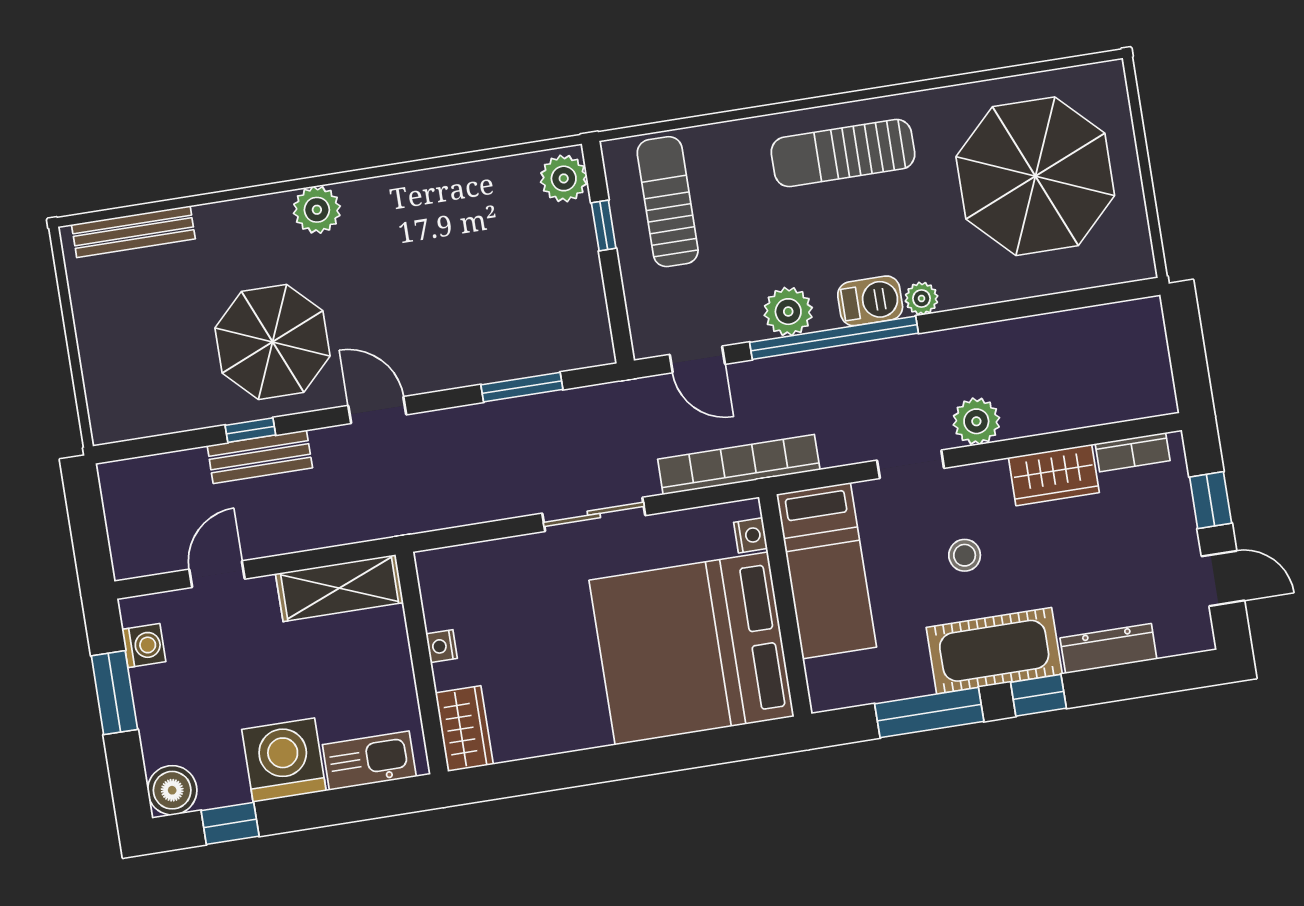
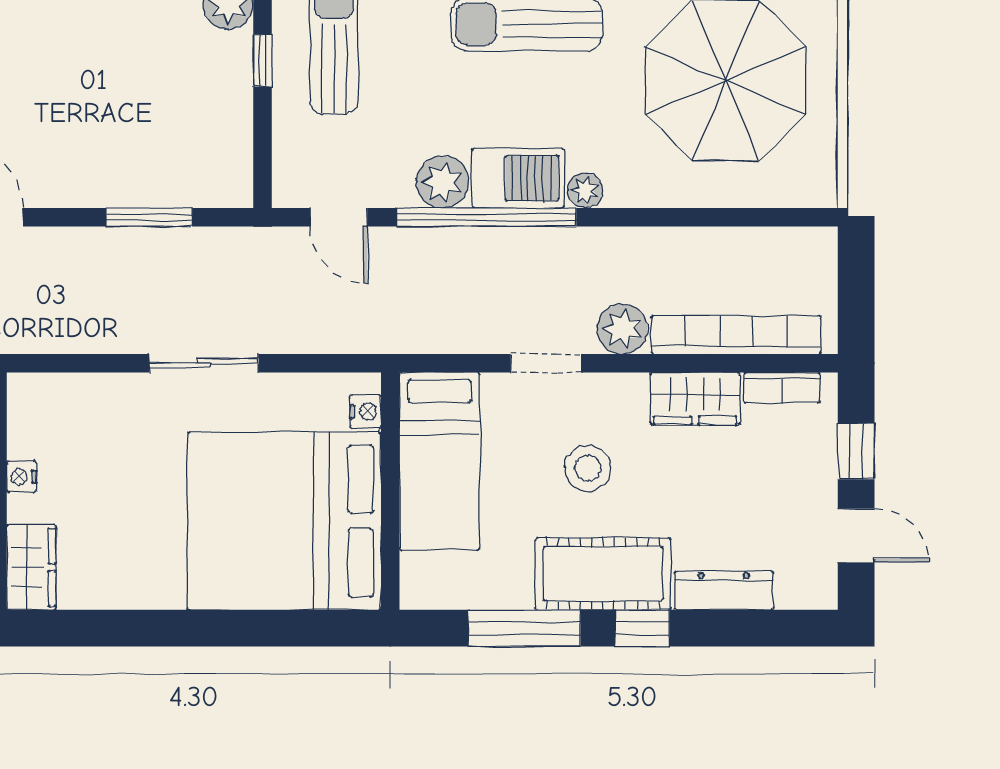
barbecue: (870, 301) -> (518, 178), width x1.38, depth x1.27
bookcase: (739, 465) -> (736, 335), moved
stool: (965, 555) -> (588, 468), width x1.37, depth x1.37

